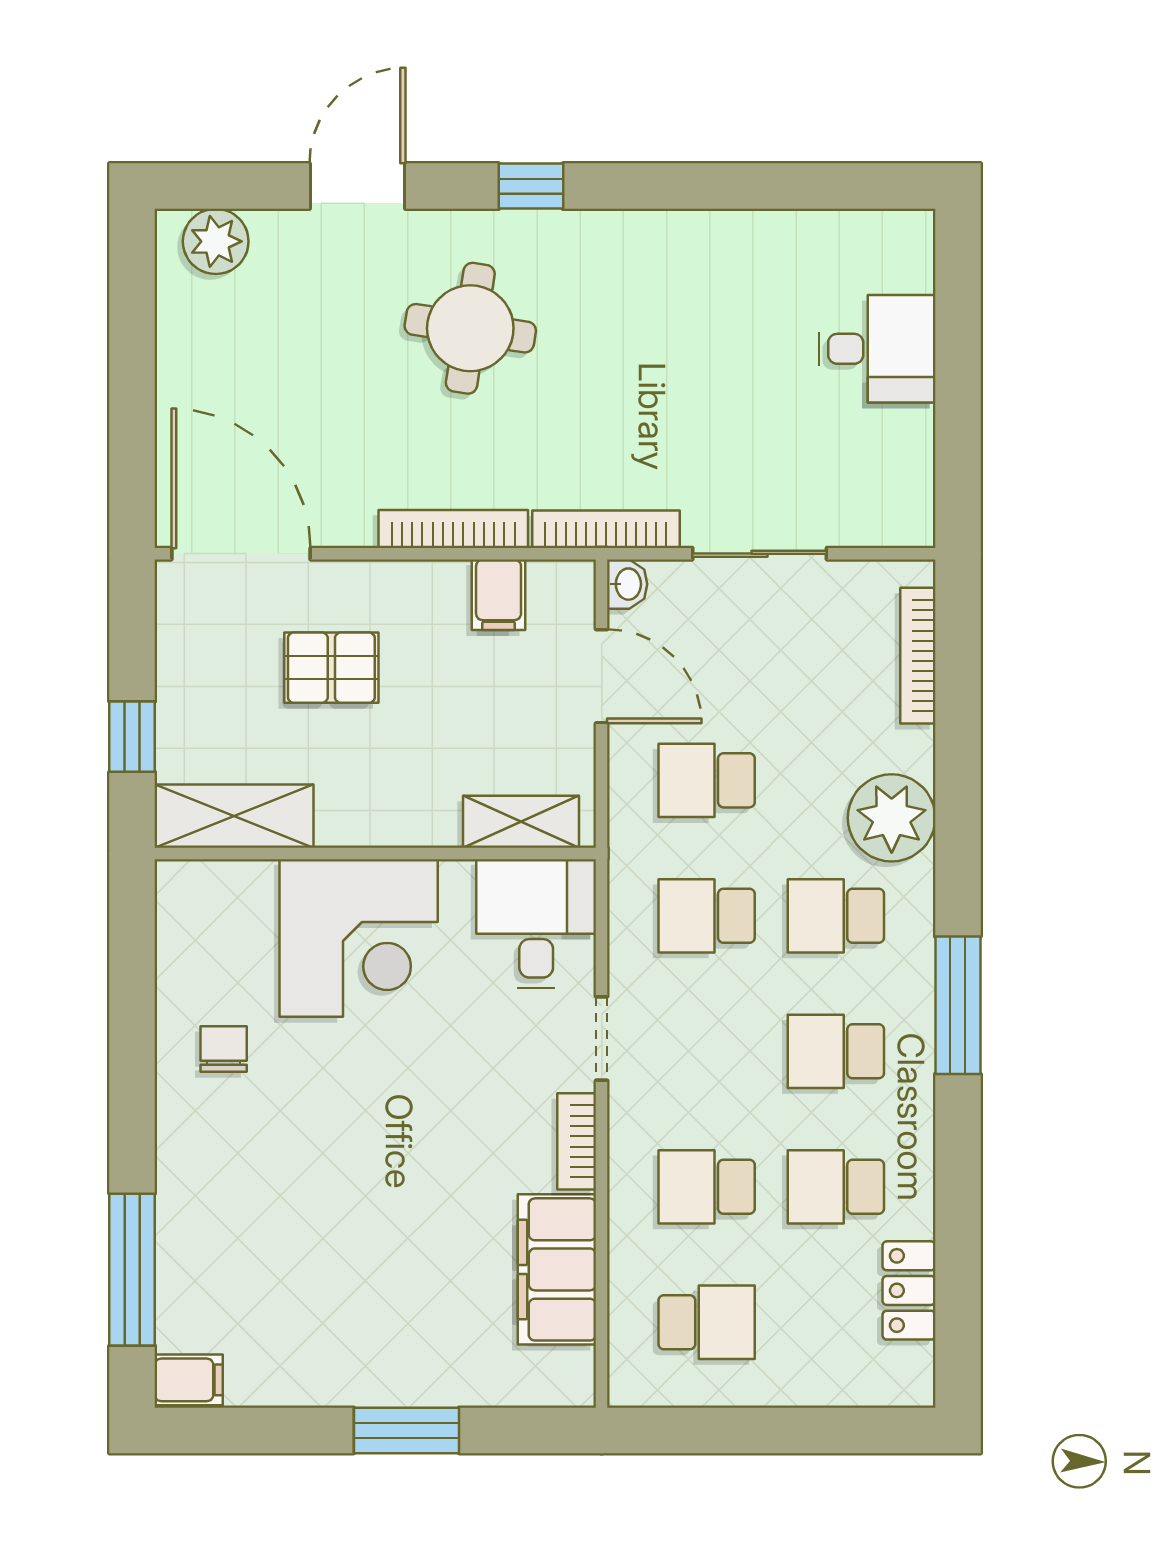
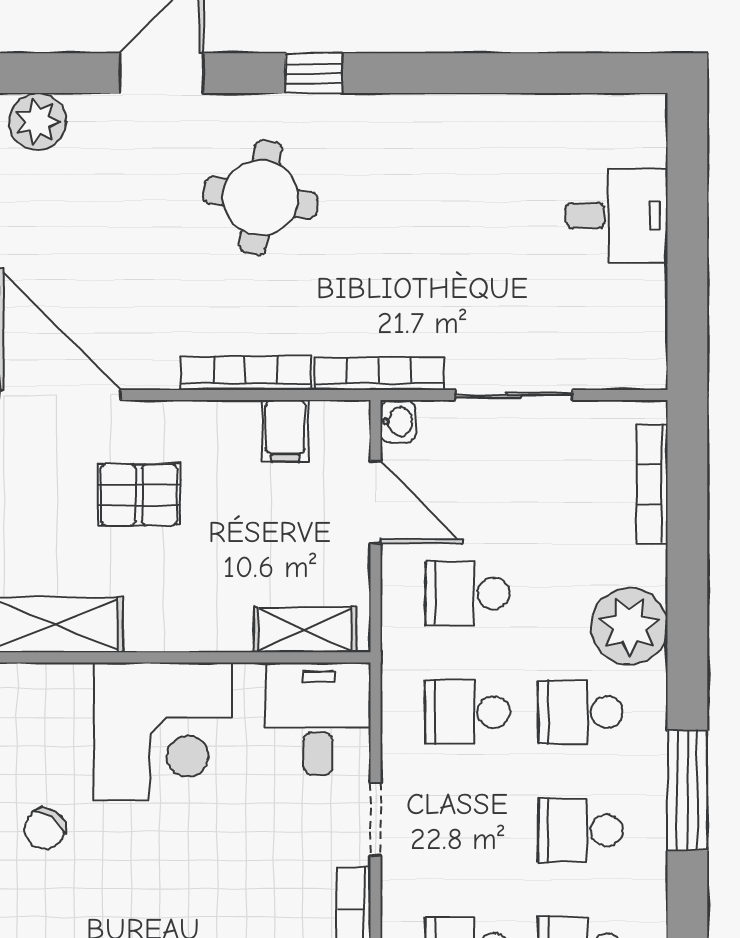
chair: (224, 1049) -> (45, 829), turned -145

